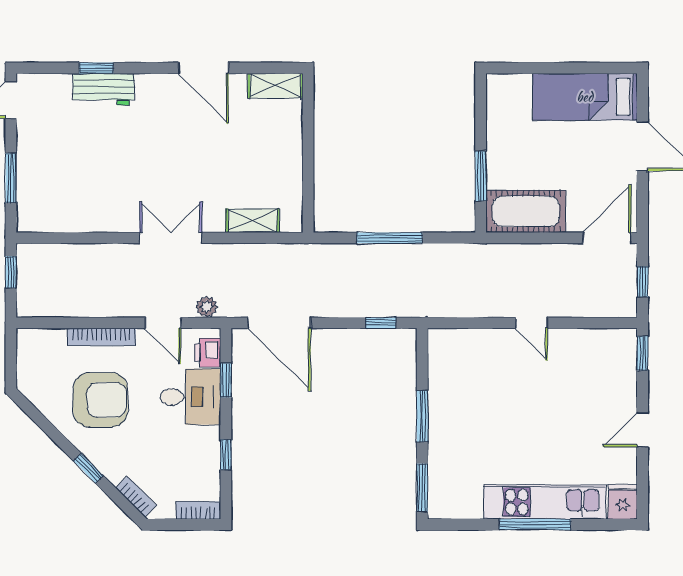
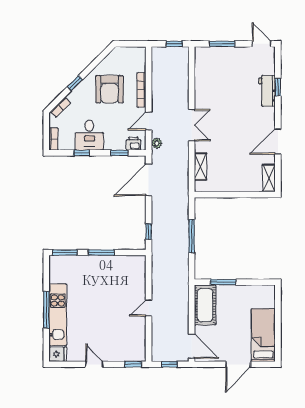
desk: (190, 397) -> (89, 135), moved

